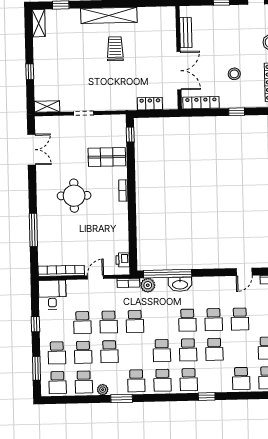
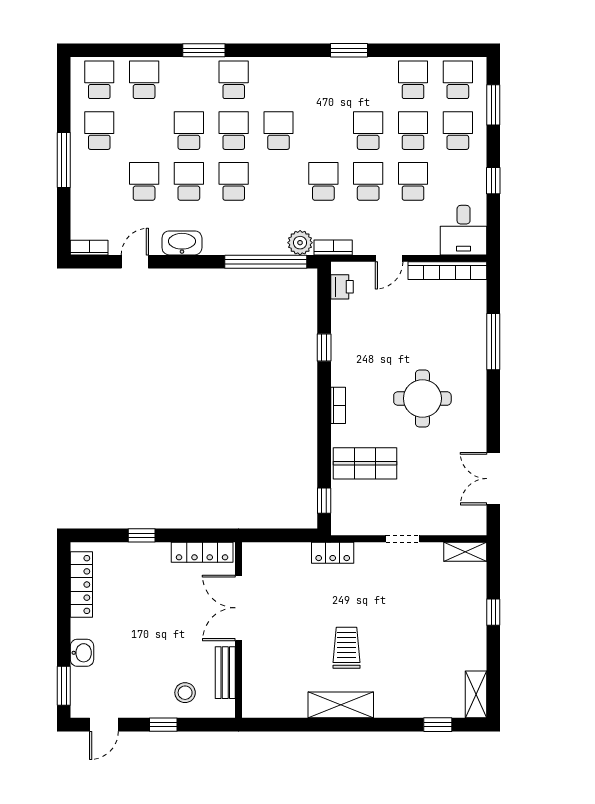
shelving: (109, 15) -> (341, 705), width x0.68
trolley: (115, 49) -> (346, 648), turned 180
stool: (234, 74) -> (185, 693), moved
locker: (150, 104) -> (333, 553), moved
window: (132, 224) -> (324, 347), added
washbasin: (180, 284) -> (182, 243), moved
school desk: (162, 380) -> (279, 80), removed
school desk: (136, 381) -> (323, 80), removed
plant: (103, 390) -> (381, 66), removed
window: (207, 397) -> (204, 50), width x1.50

